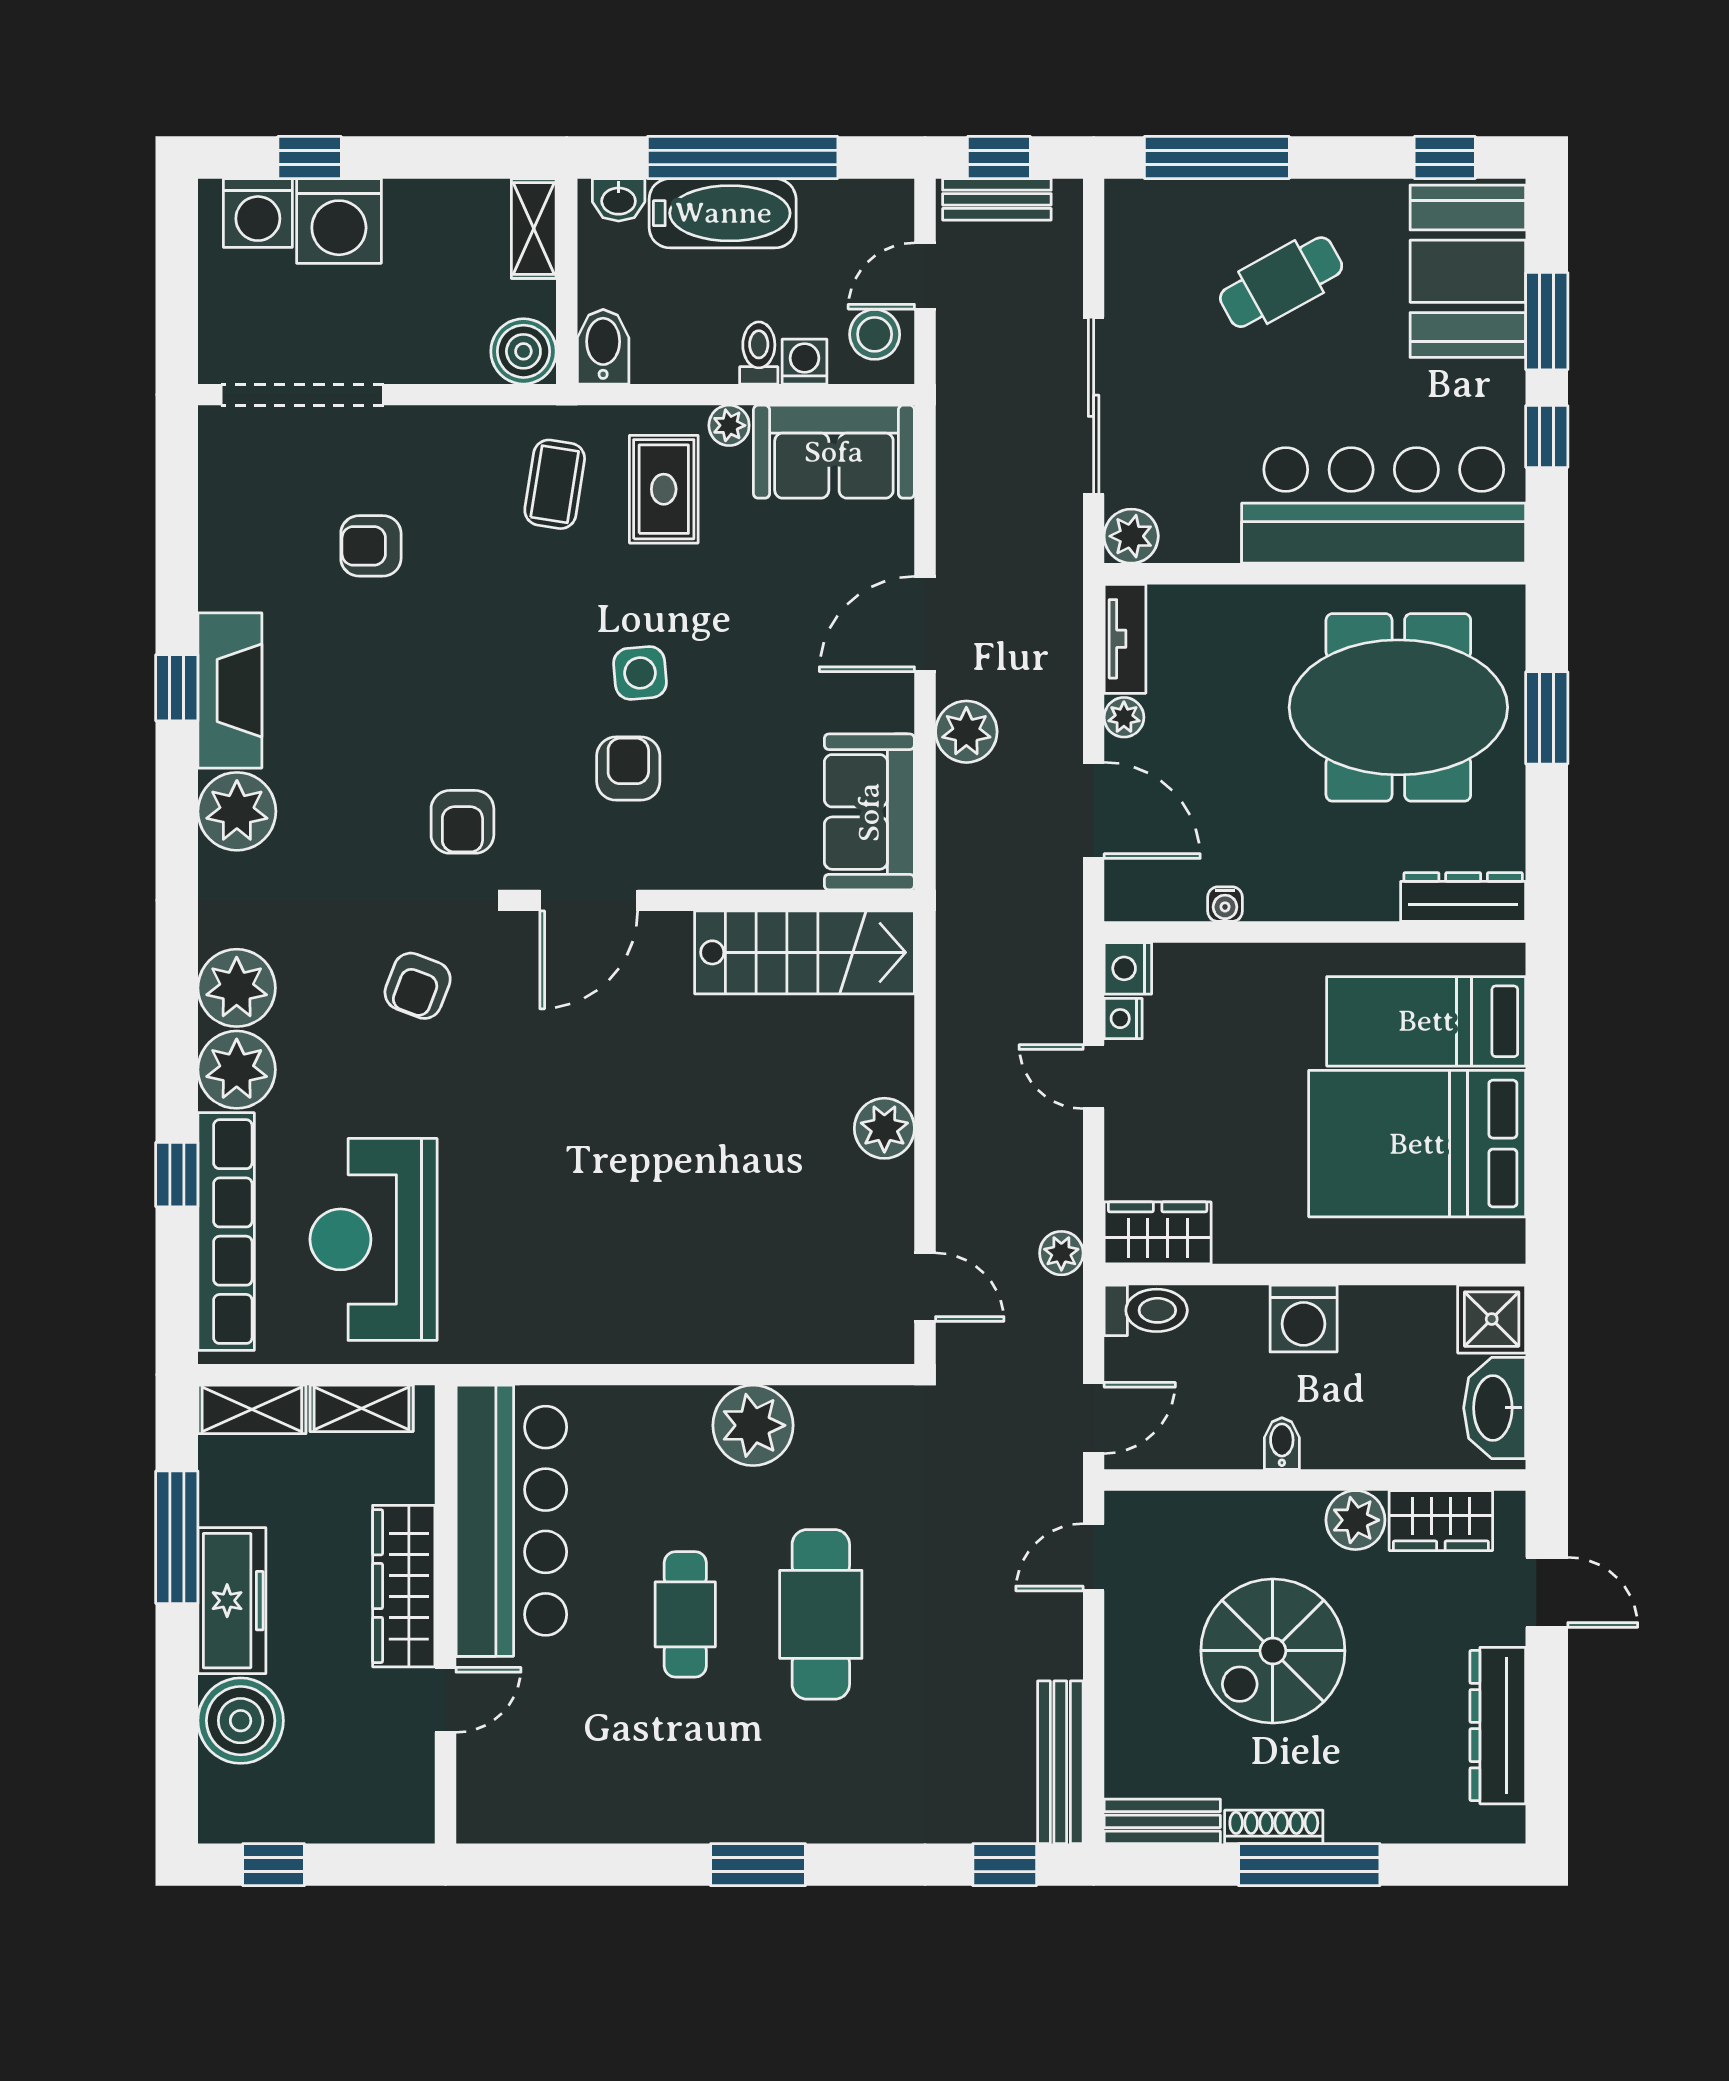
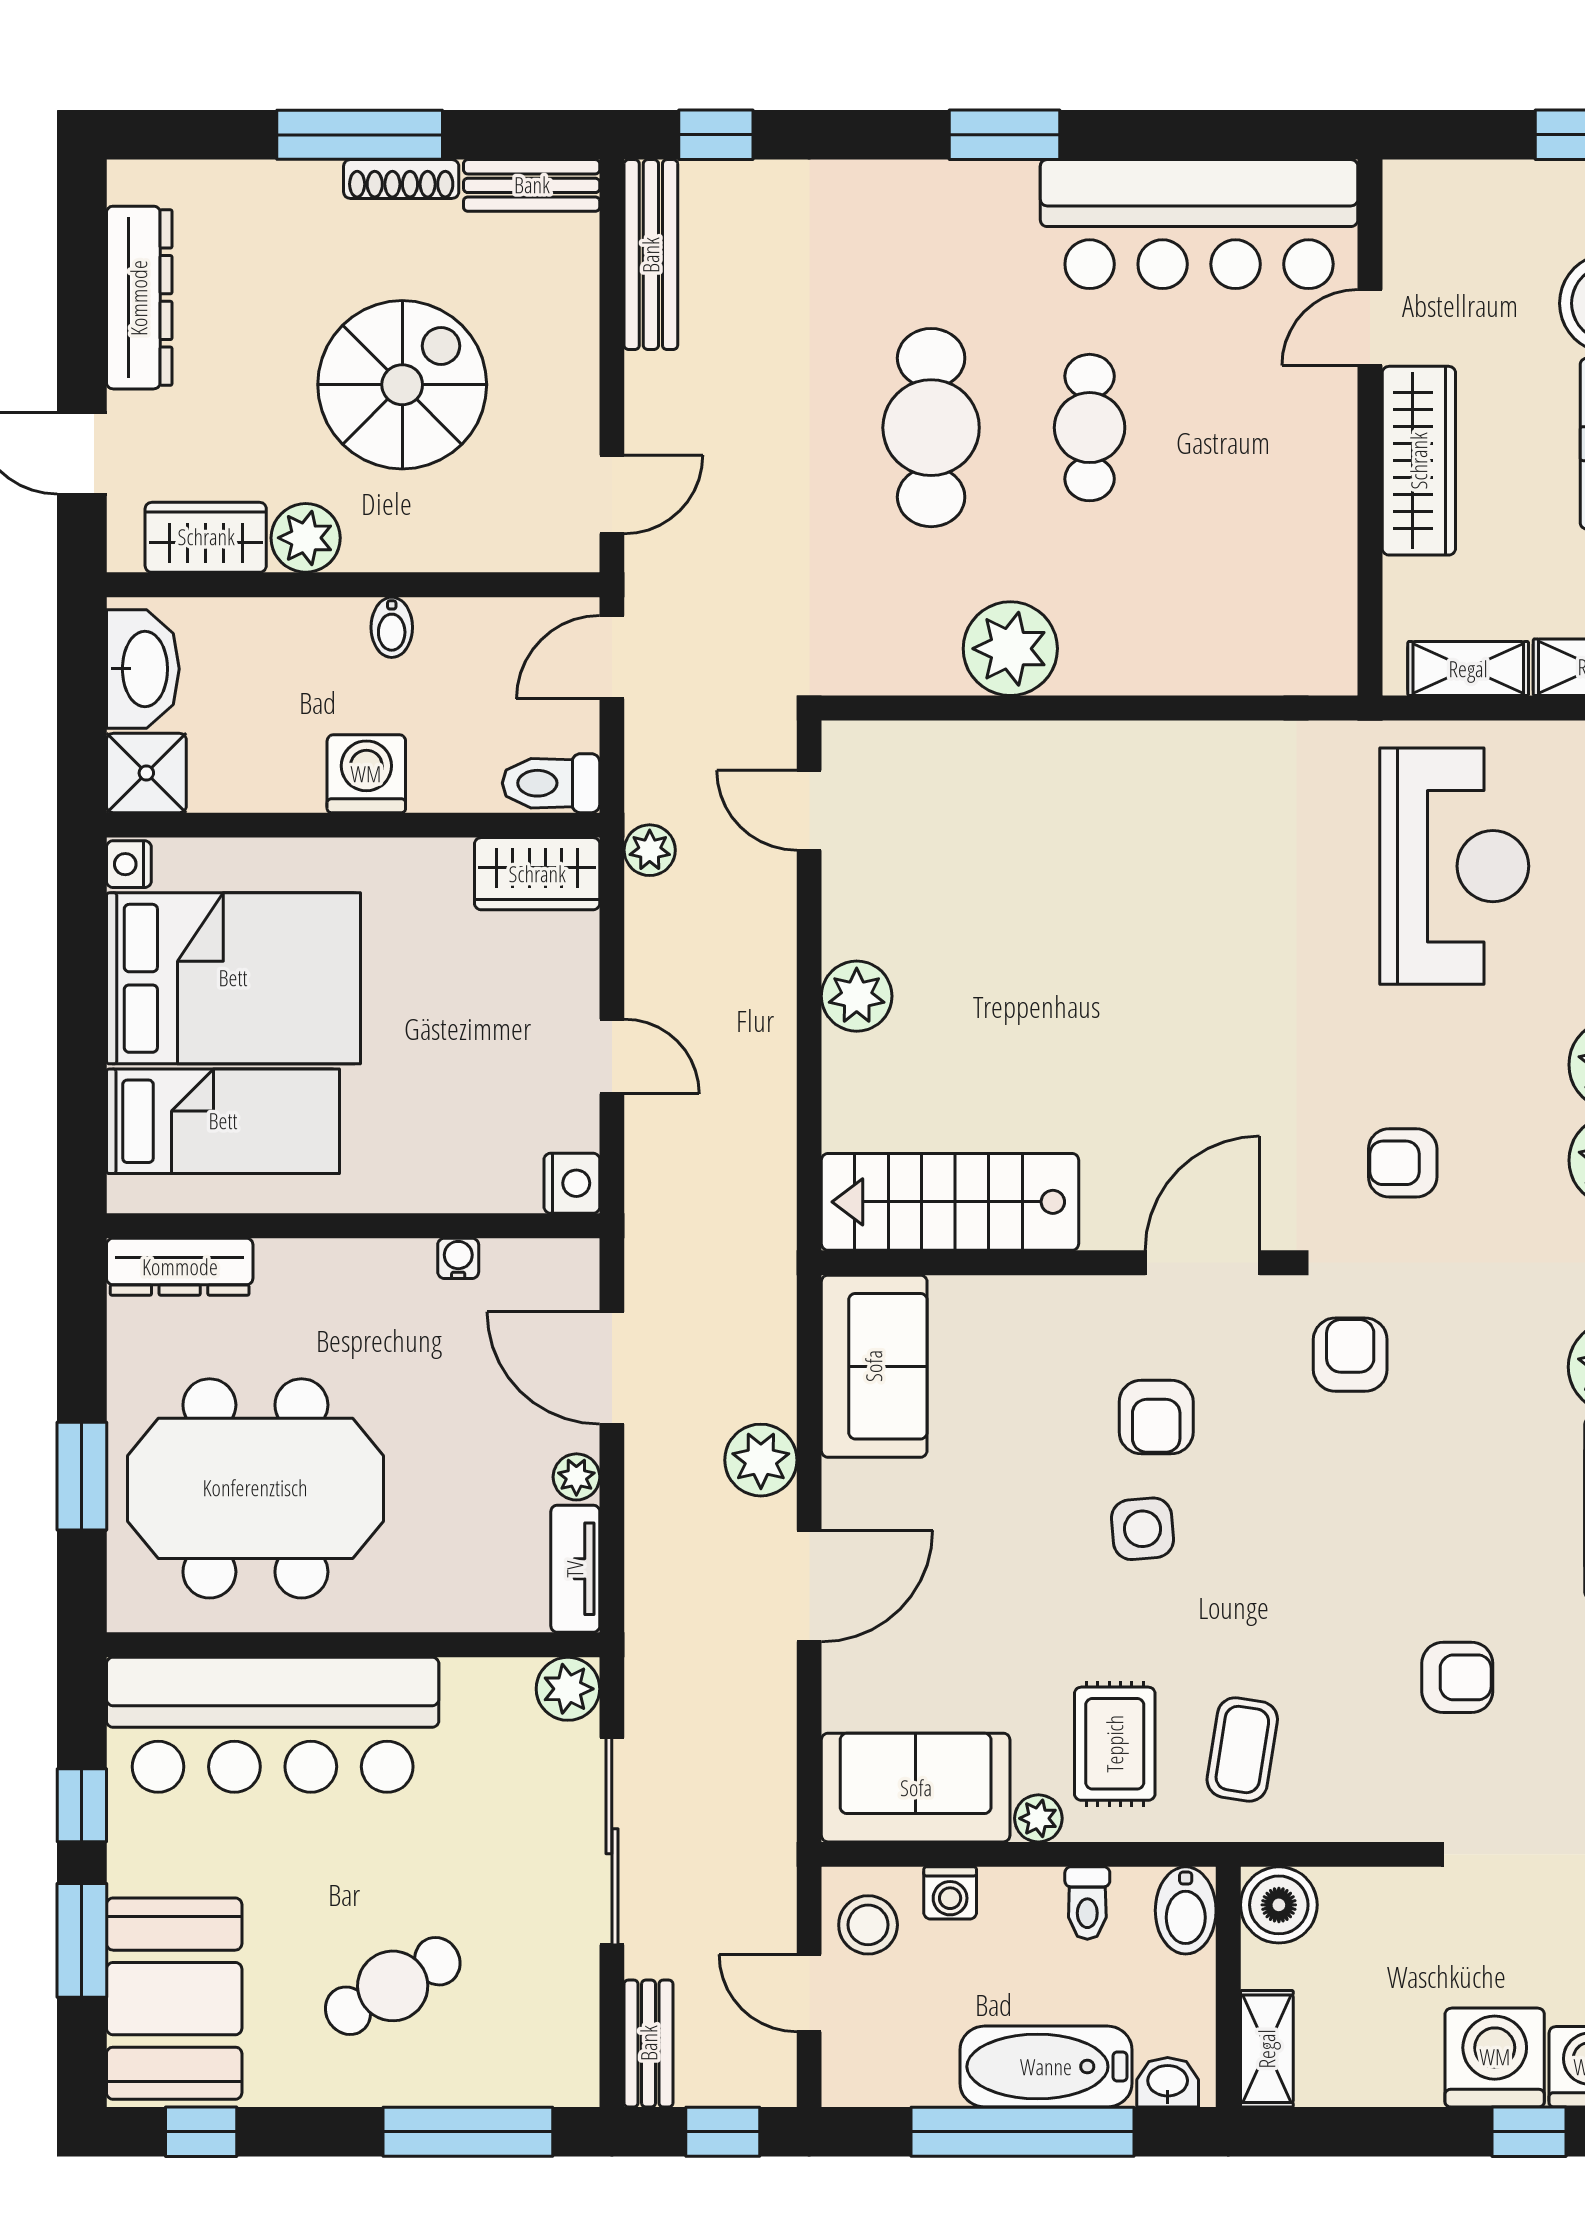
bench: (997, 199) -> (649, 2043), moved, turned 90
door: (925, 276) -> (809, 1993), swing flipped
toilet: (759, 353) -> (1087, 1903), moved
armchair: (418, 986) -> (1403, 1163), turned -111
nightstand: (1123, 1019) -> (129, 864), moved, turned 180
bar counter: (511, 1521) -> (1199, 224), moved, turned -90

